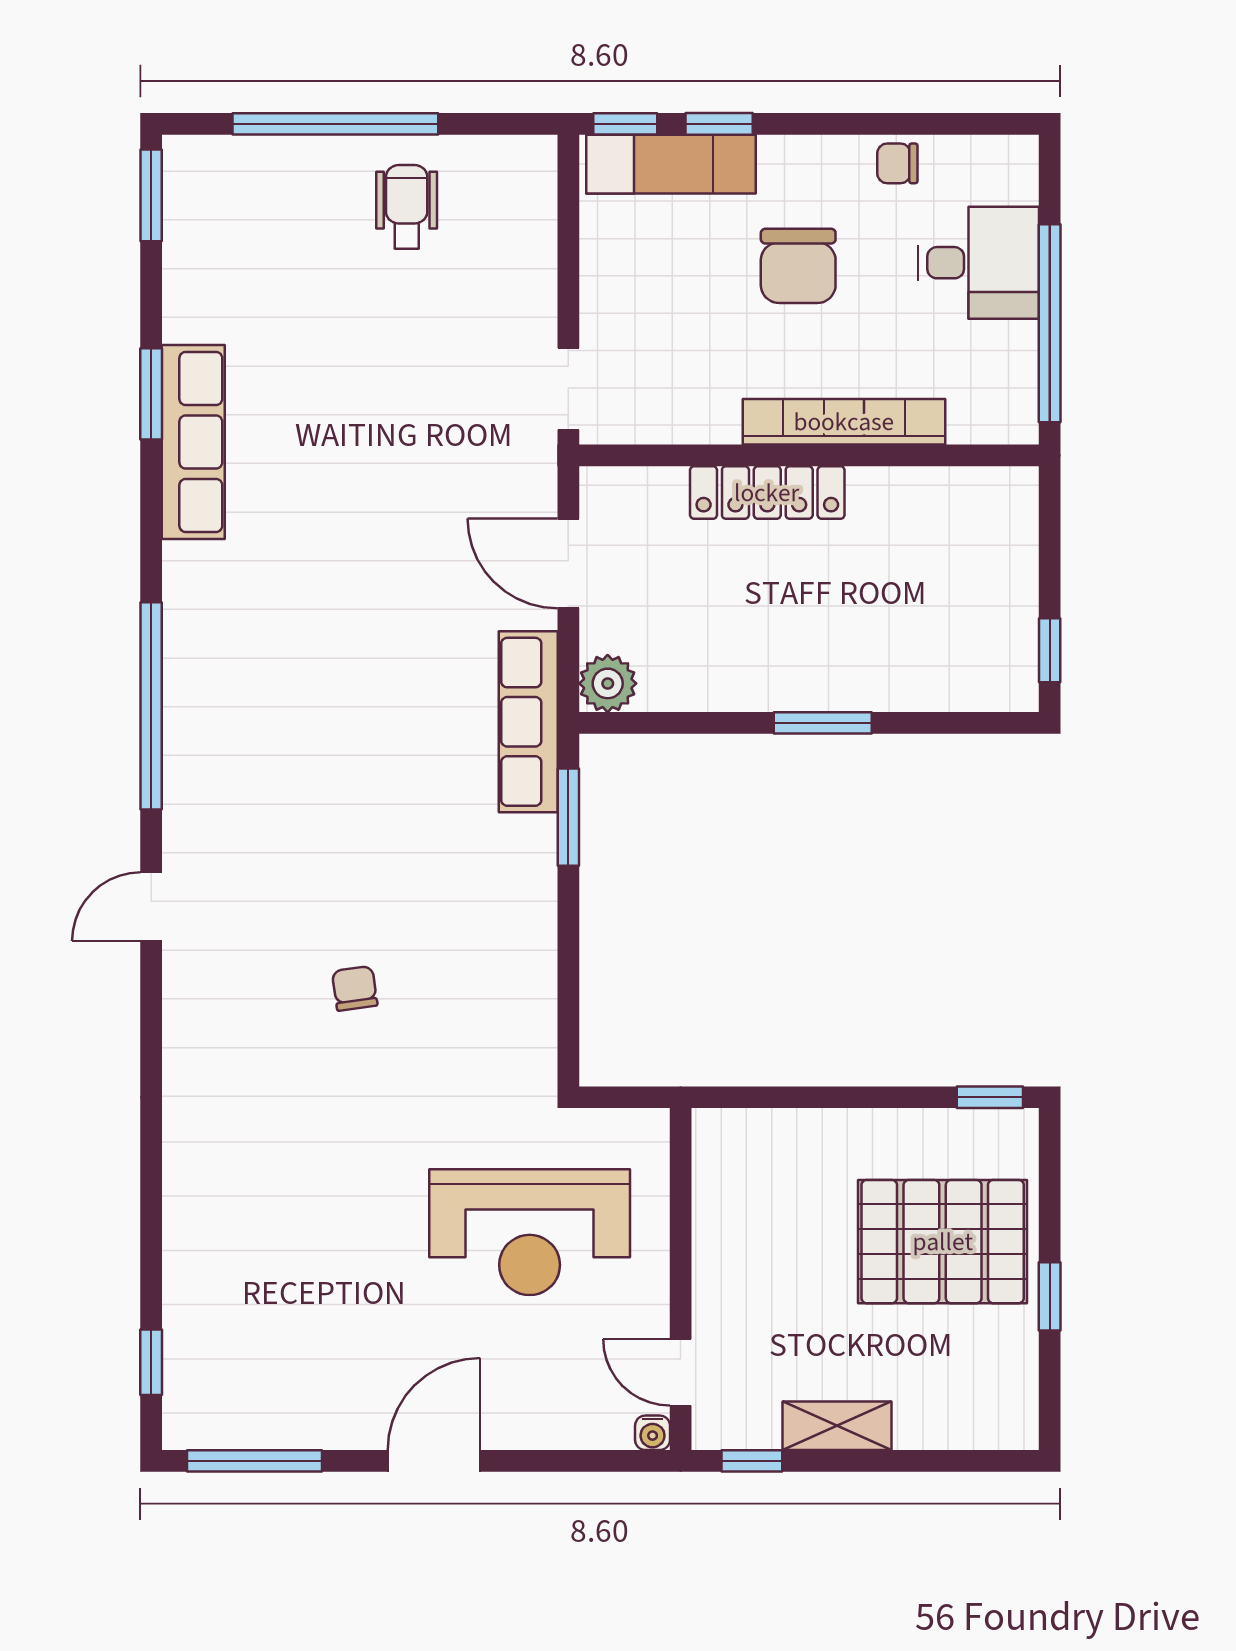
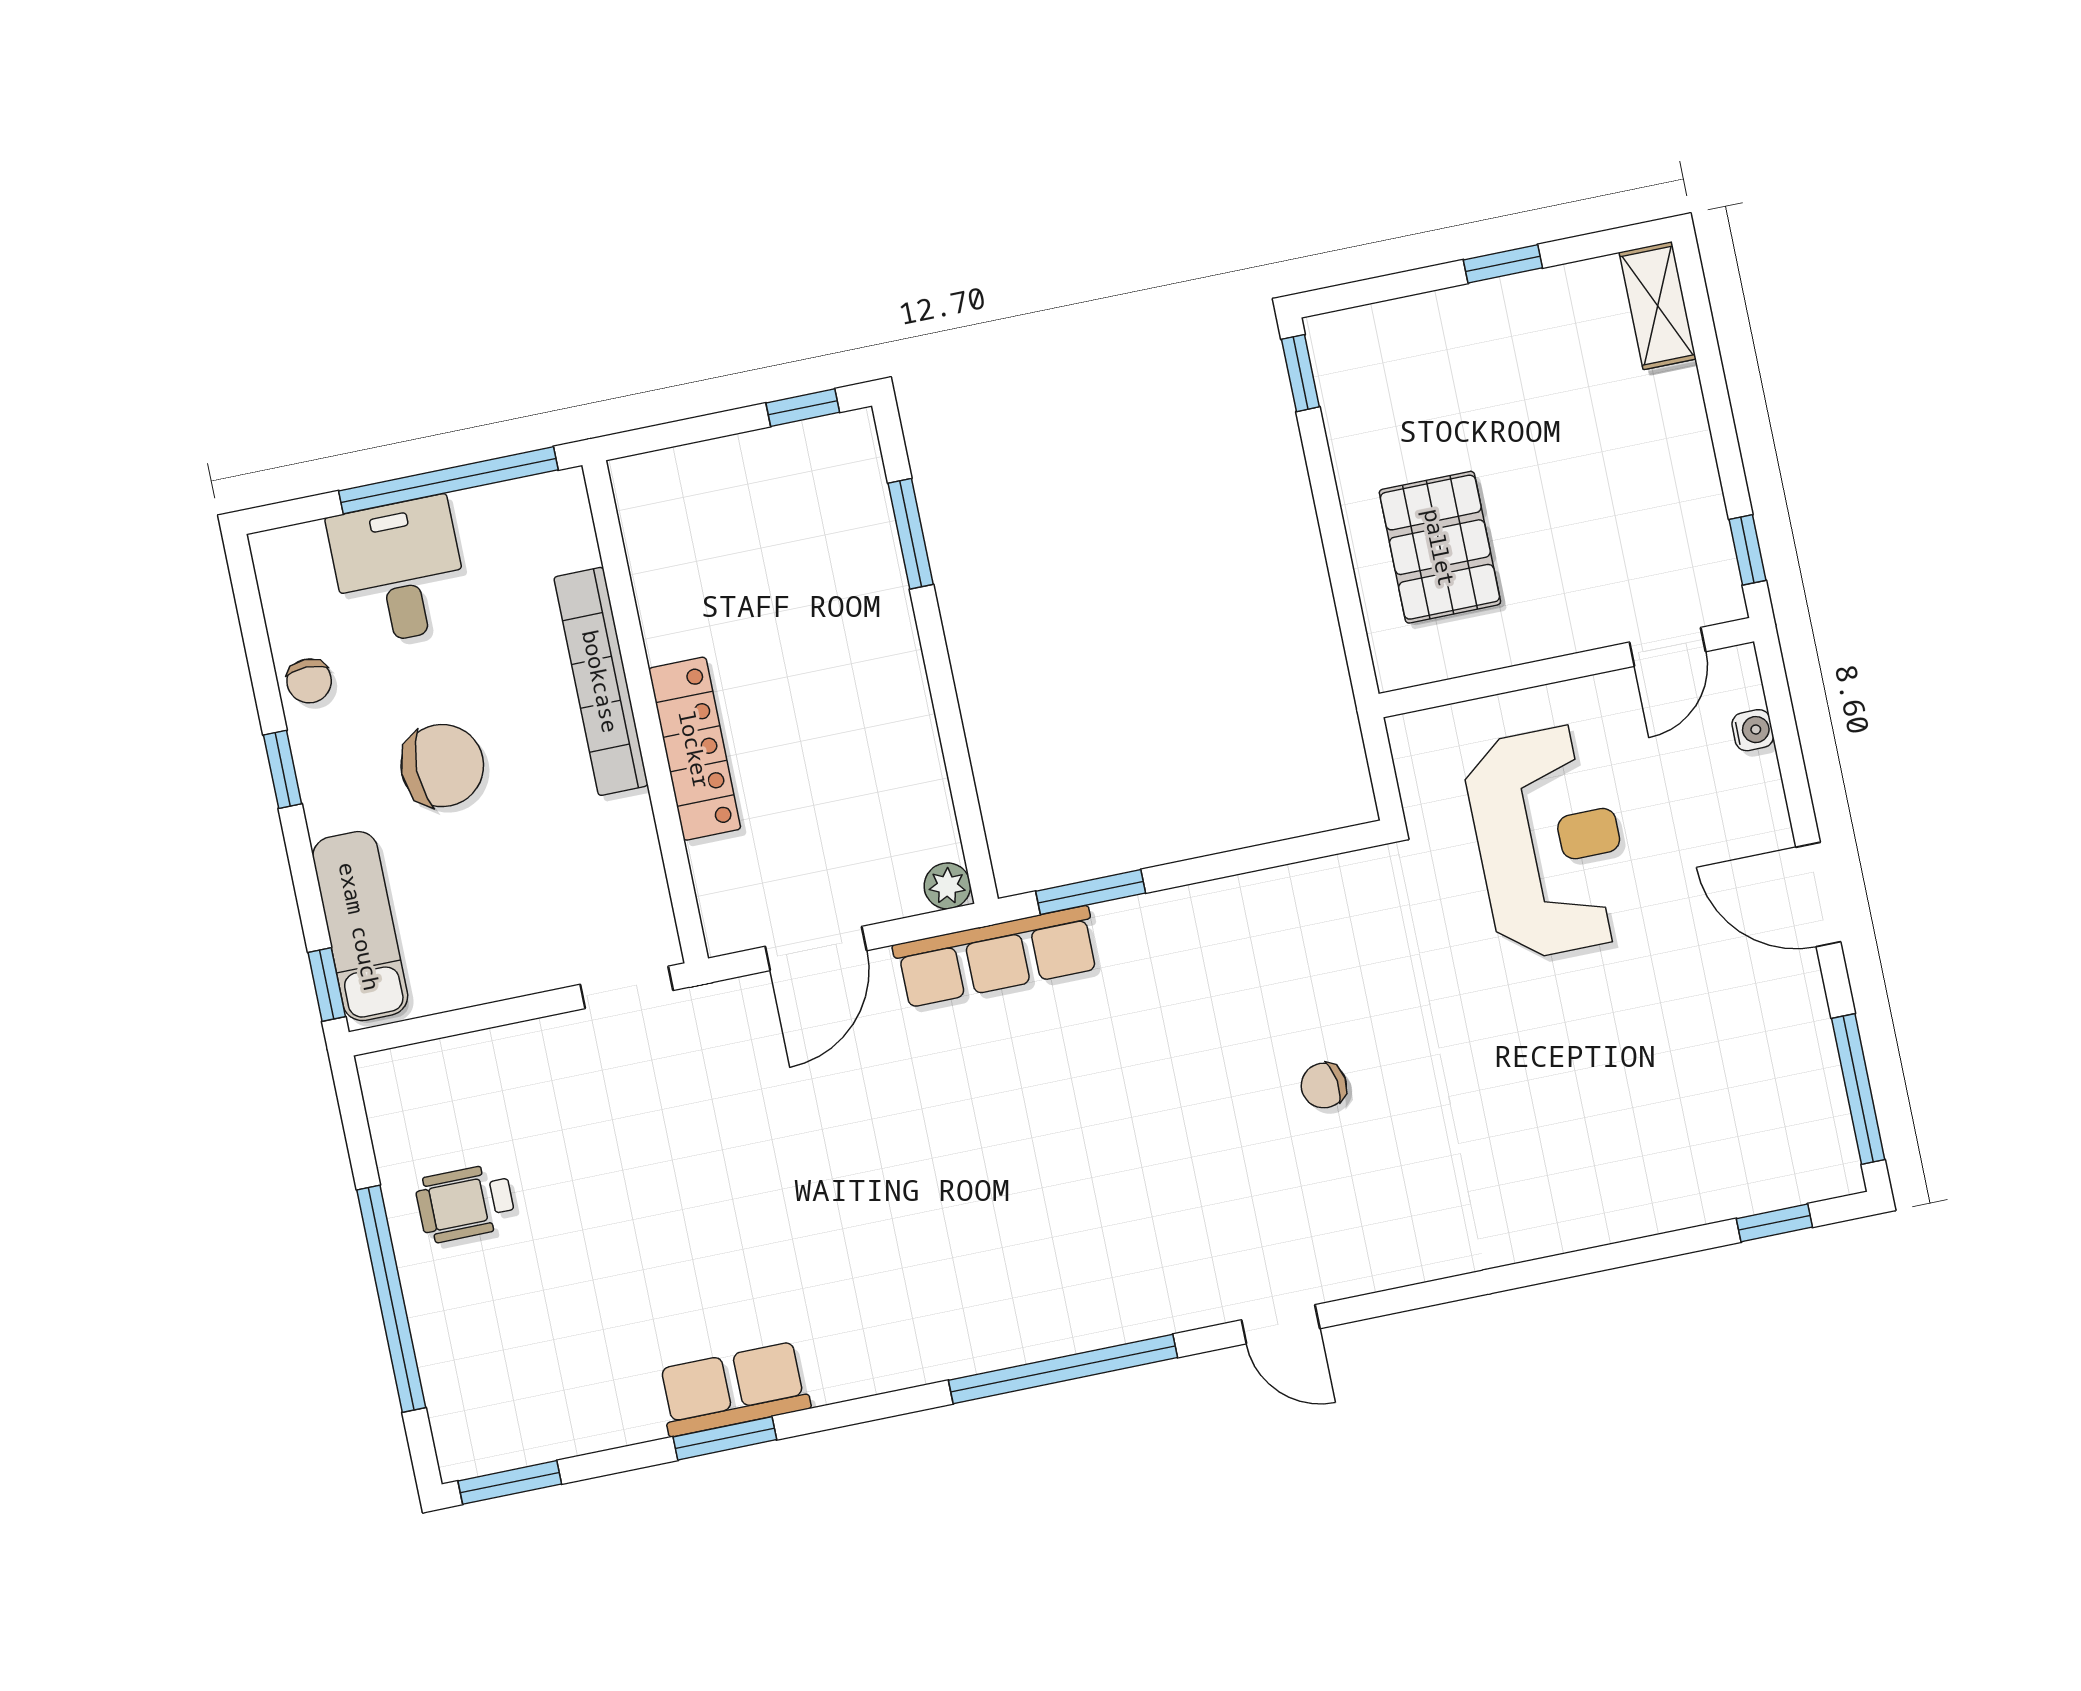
window: (719, 124) -> (283, 769), moved
row of seats: (193, 442) -> (734, 1389), width x0.68
plant: (608, 683) -> (947, 886), width x0.73, depth x0.73
window: (823, 723) -> (911, 534), moved
pallet: (943, 1242) -> (1440, 547), moved, width x0.73, depth x0.71
shelving: (837, 1426) -> (1658, 306), moved
water cooler: (653, 1433) -> (1753, 730), moved

